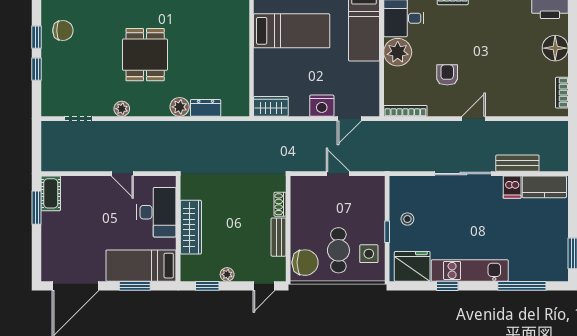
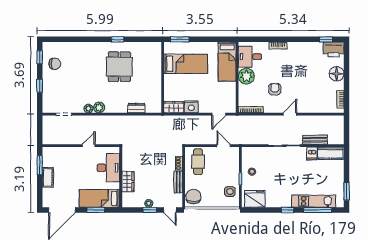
window: (37, 37) -> (40, 57), moved
dining table: (145, 55) -> (119, 67), moved
nightstand: (322, 106) -> (191, 107), moved
plant: (180, 107) -> (99, 107), moved
door: (122, 174) -> (89, 146), swing flipped
door: (338, 174) -> (224, 146), moved
cot: (51, 193) -> (48, 177), moved
wardrobe: (191, 227) -> (128, 181), width x0.67
cafe table: (338, 250) -> (198, 162), moved
chair: (305, 263) -> (193, 197), turned -90
kitchen unit: (470, 270) -> (314, 201), moved
window: (207, 286) -> (150, 210), moved
door: (264, 286) -> (170, 210), hinge flipped
window: (447, 286) -> (288, 210), moved

